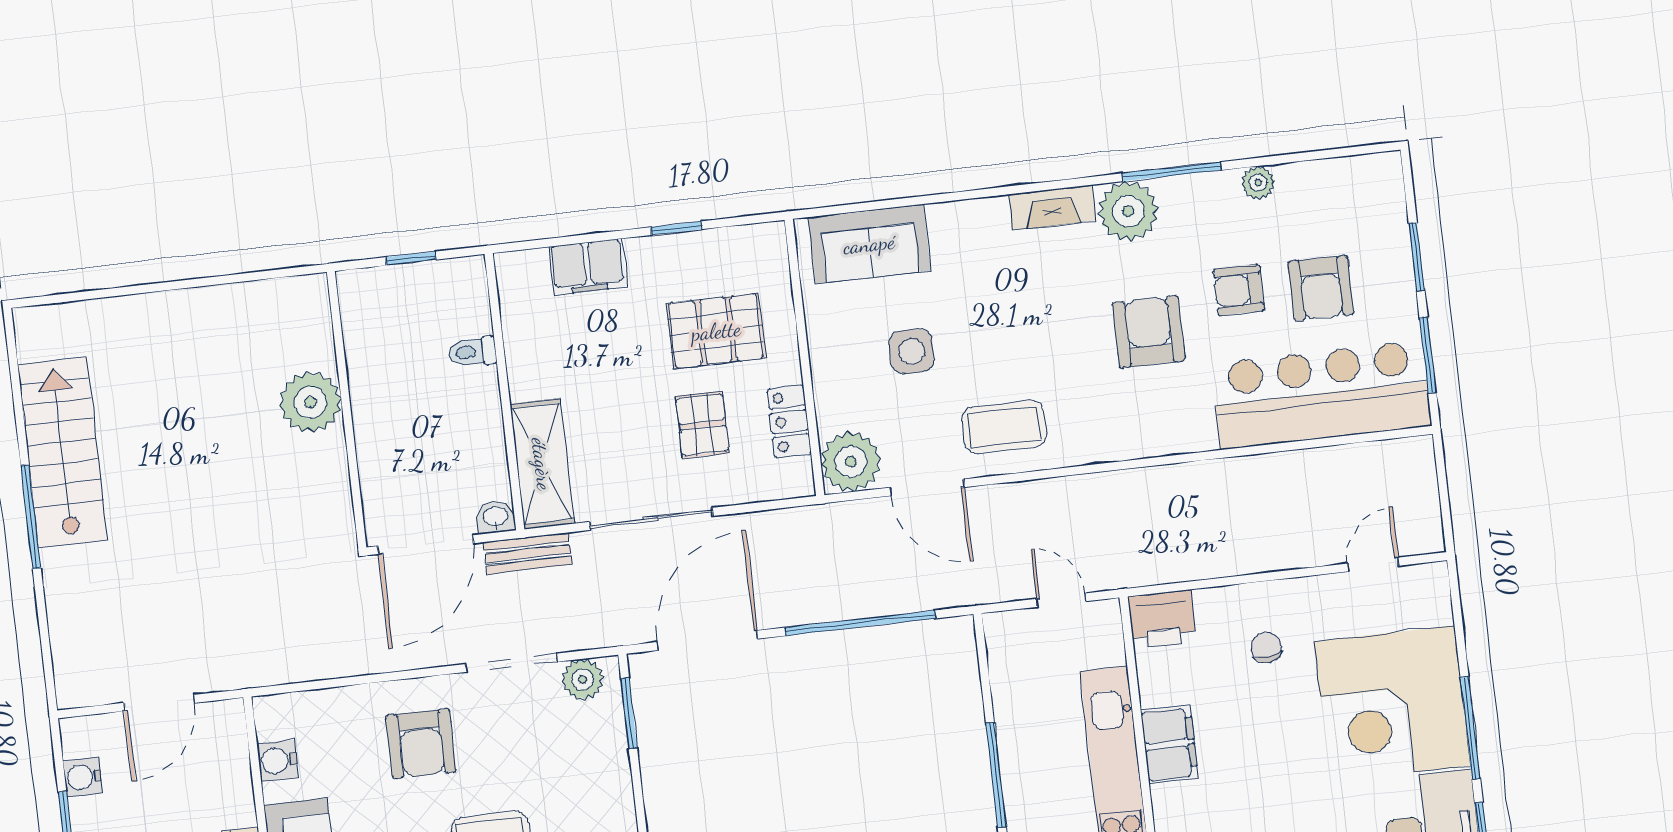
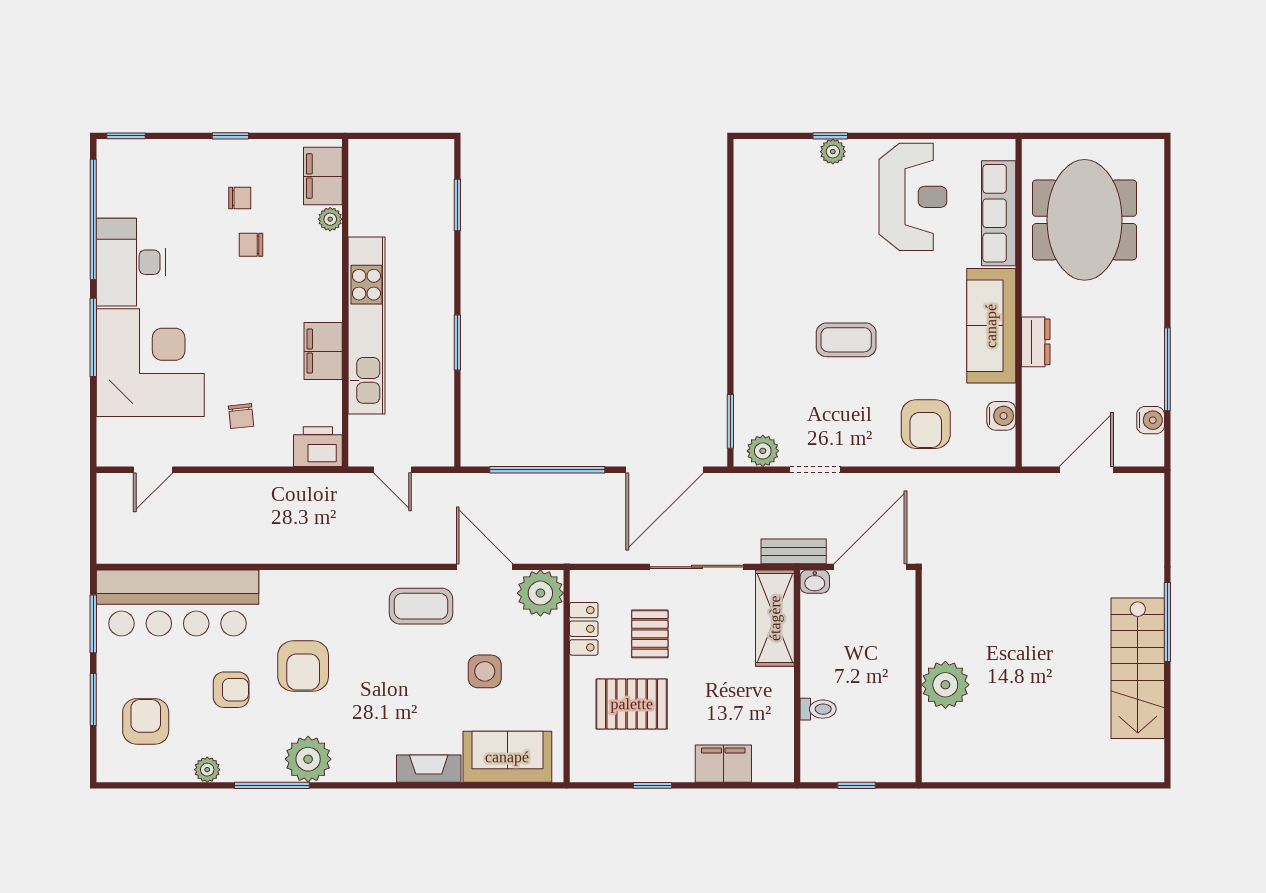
fireplace: (1052, 207) -> (429, 769), moved
armchair: (1321, 288) -> (146, 721), moved
doorway: (511, 663) -> (815, 470), width x0.73
armchair: (421, 744) -> (926, 424), moved, turned 180
window: (996, 775) -> (457, 343), width x0.69

